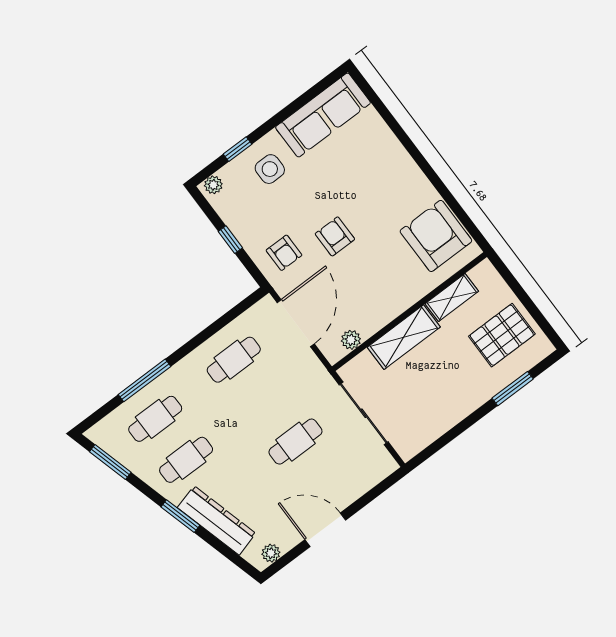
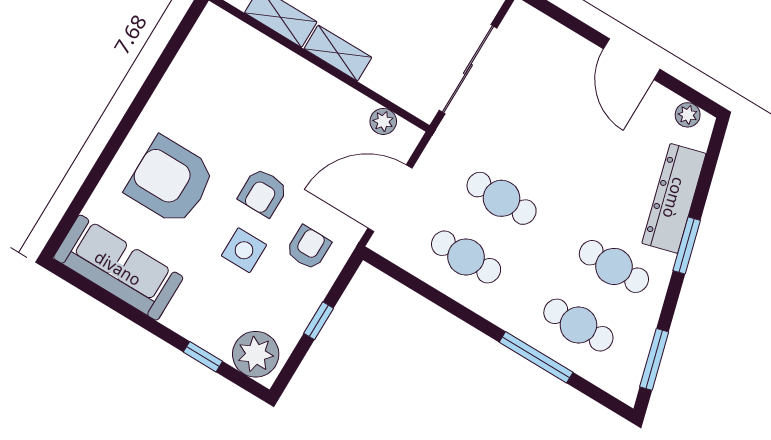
side table: (270, 169) -> (244, 250), moved
plant: (213, 185) -> (256, 354), width x1.88, depth x1.88
armchair: (436, 236) -> (170, 181), moved, turned 90
shelving: (404, 337) -> (338, 53), width x0.67, depth x0.75
cafe table: (295, 442) -> (502, 198), moved

